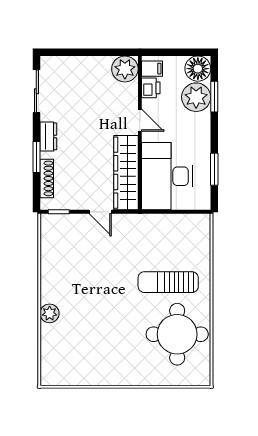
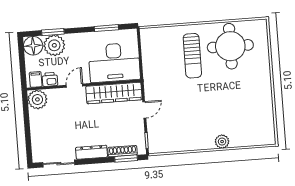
dresser: (48, 136) -> (92, 152), width x1.44
window: (36, 157) -> (126, 158), moved

